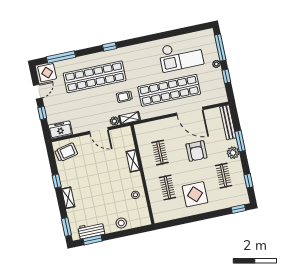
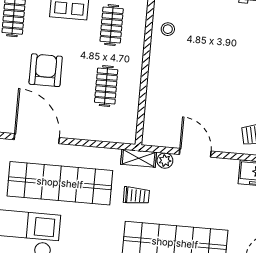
shelving: (133, 161) -> (155, 86), removed

